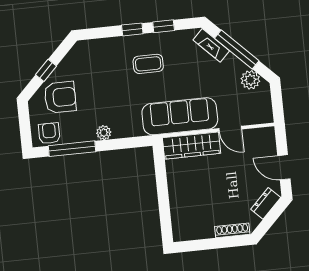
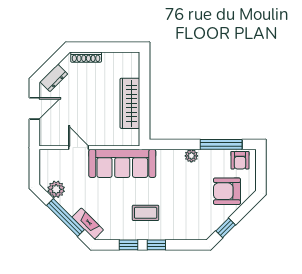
window: (46, 70) -> (226, 228), moved
wardrobe: (192, 146) -> (130, 103), moved, turned -90
door: (284, 167) -> (34, 108), hinge flipped

